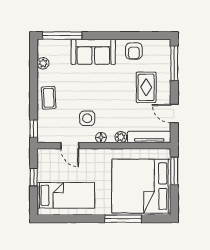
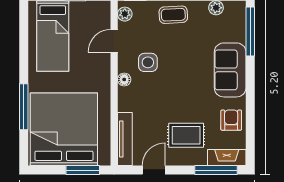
armchair: (134, 51) -> (231, 120), turned 90
fireplace: (164, 55) -> (227, 157), added
plant: (121, 137) -> (125, 14), moved

